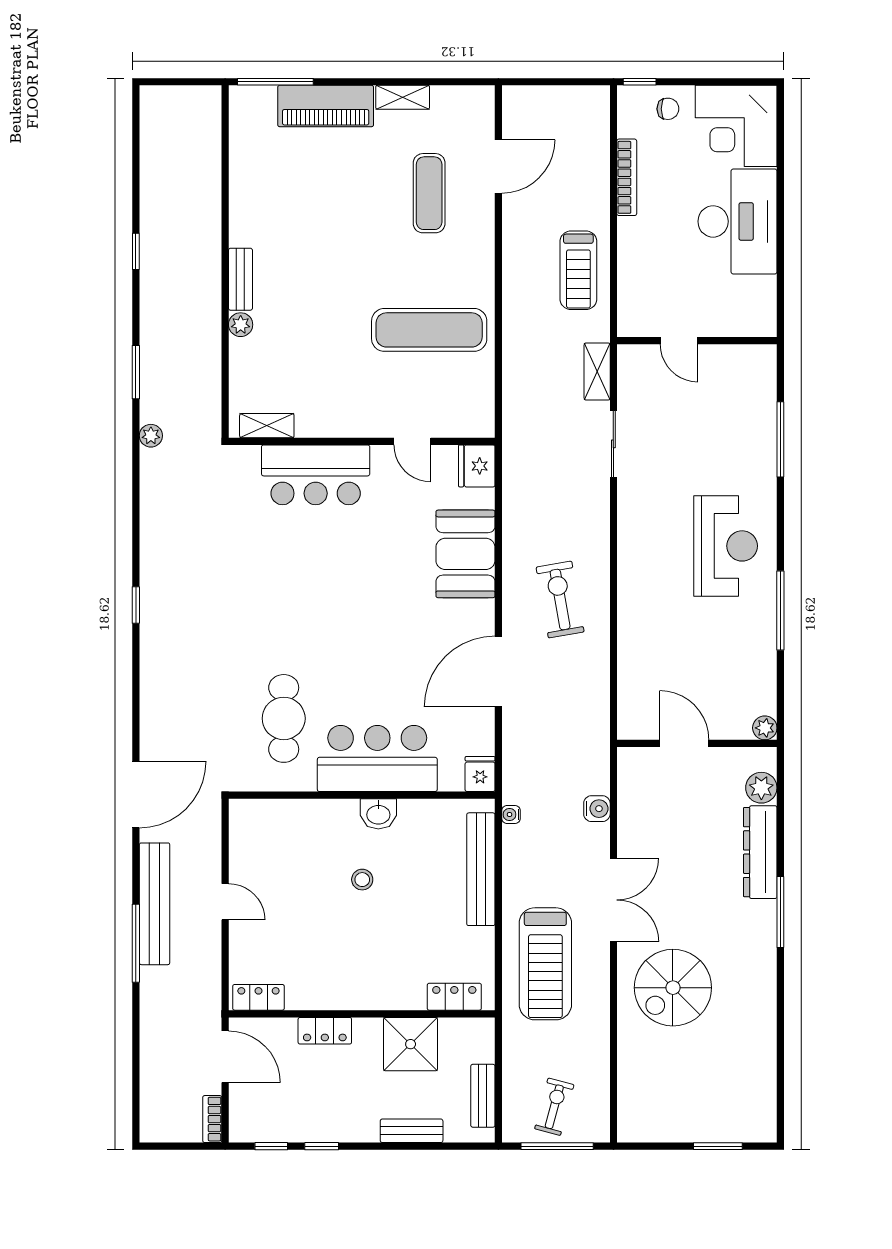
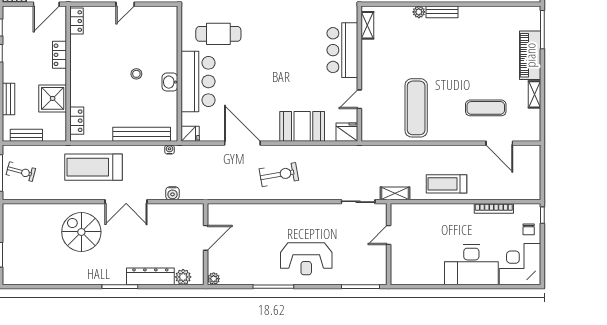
door: (679, 341) -> (389, 235), moved
wall: (697, 341) -> (389, 244), moved

